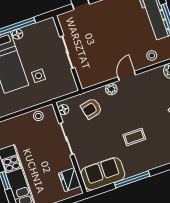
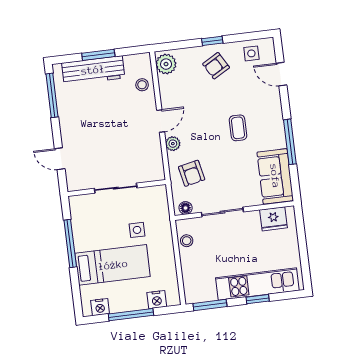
floor lamp: (18, 34) -> (80, 245), removed
door: (127, 76) -> (161, 121), swing flipped

